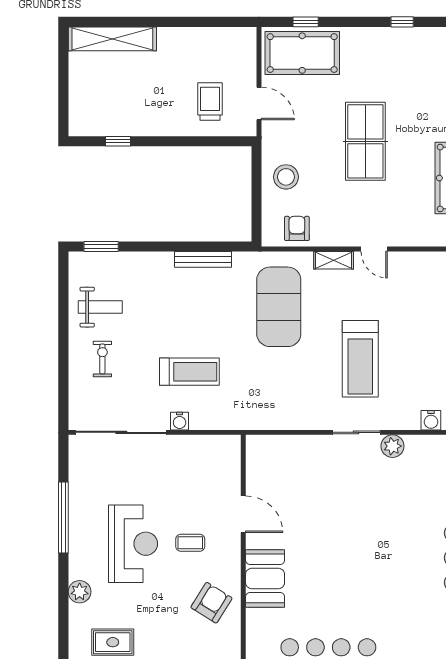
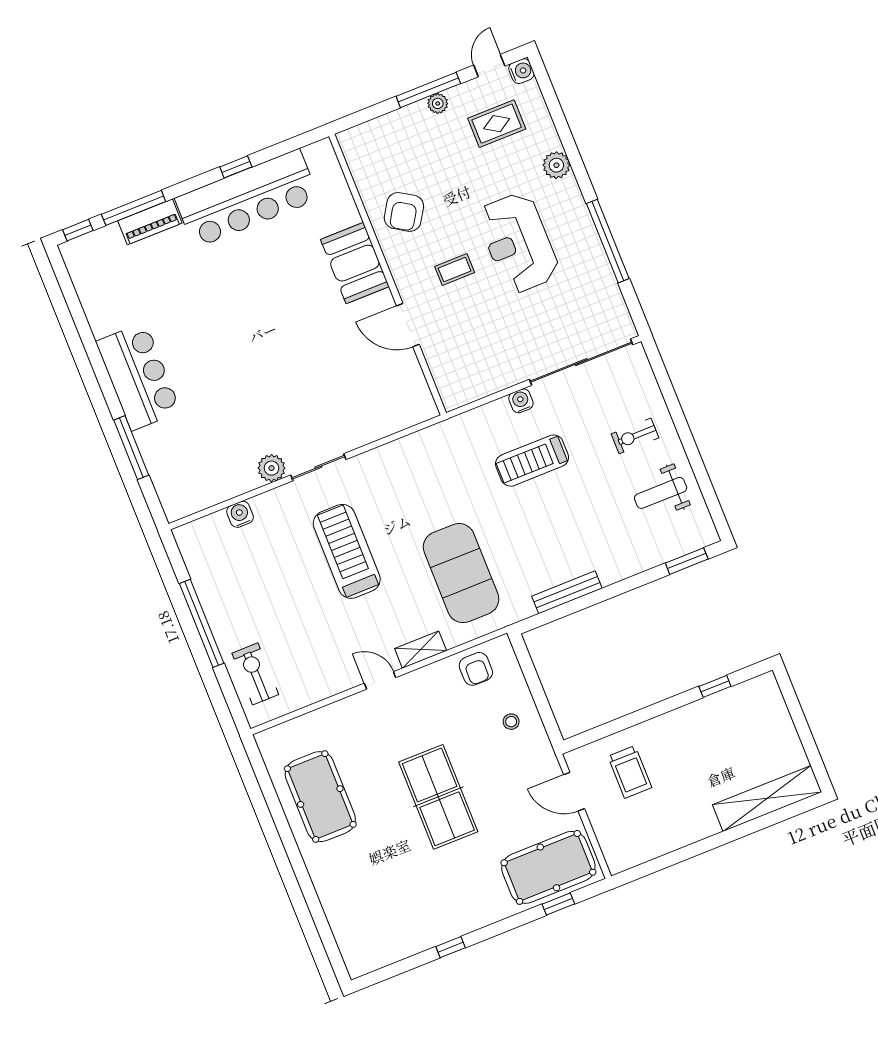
stool: (286, 177) -> (511, 722), width x0.53, depth x0.53
exercise bike: (102, 359) -> (635, 436), turned 90

